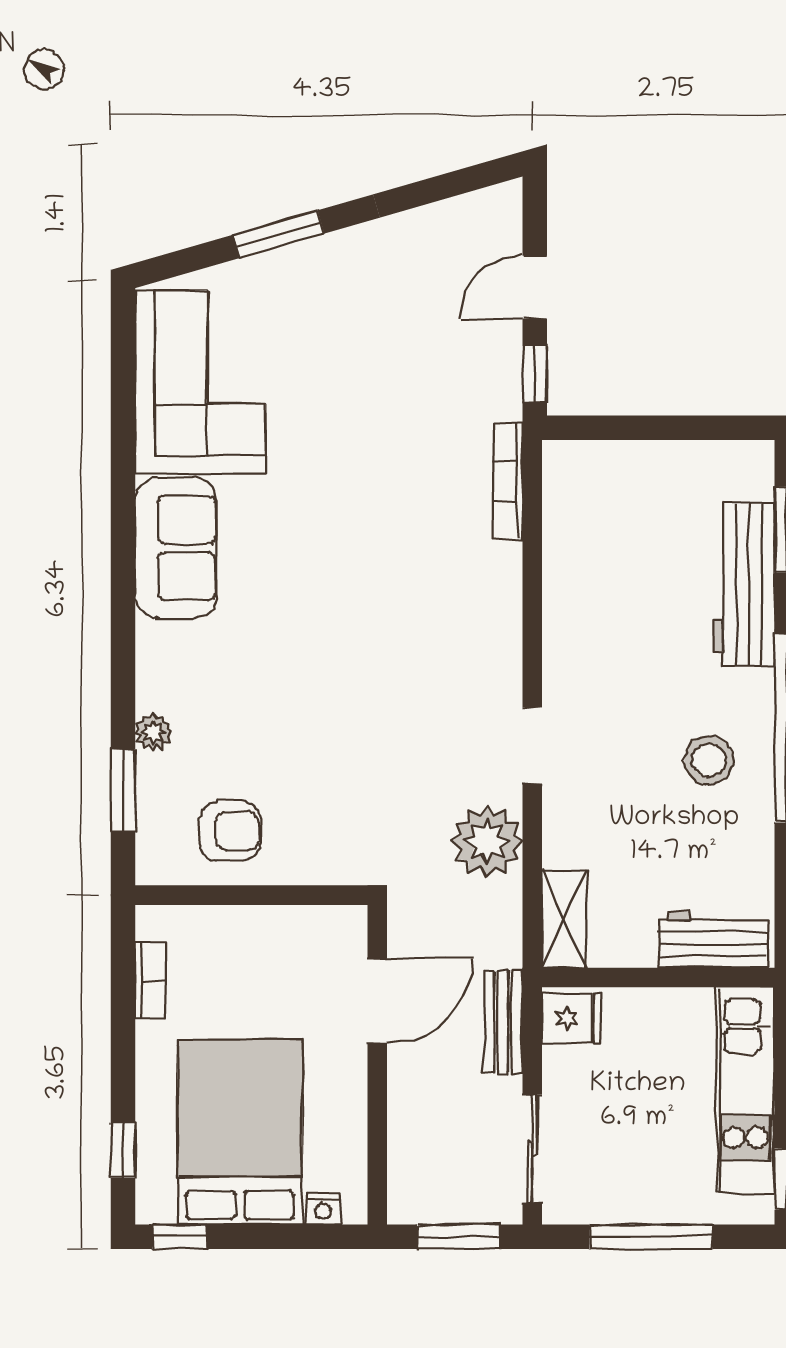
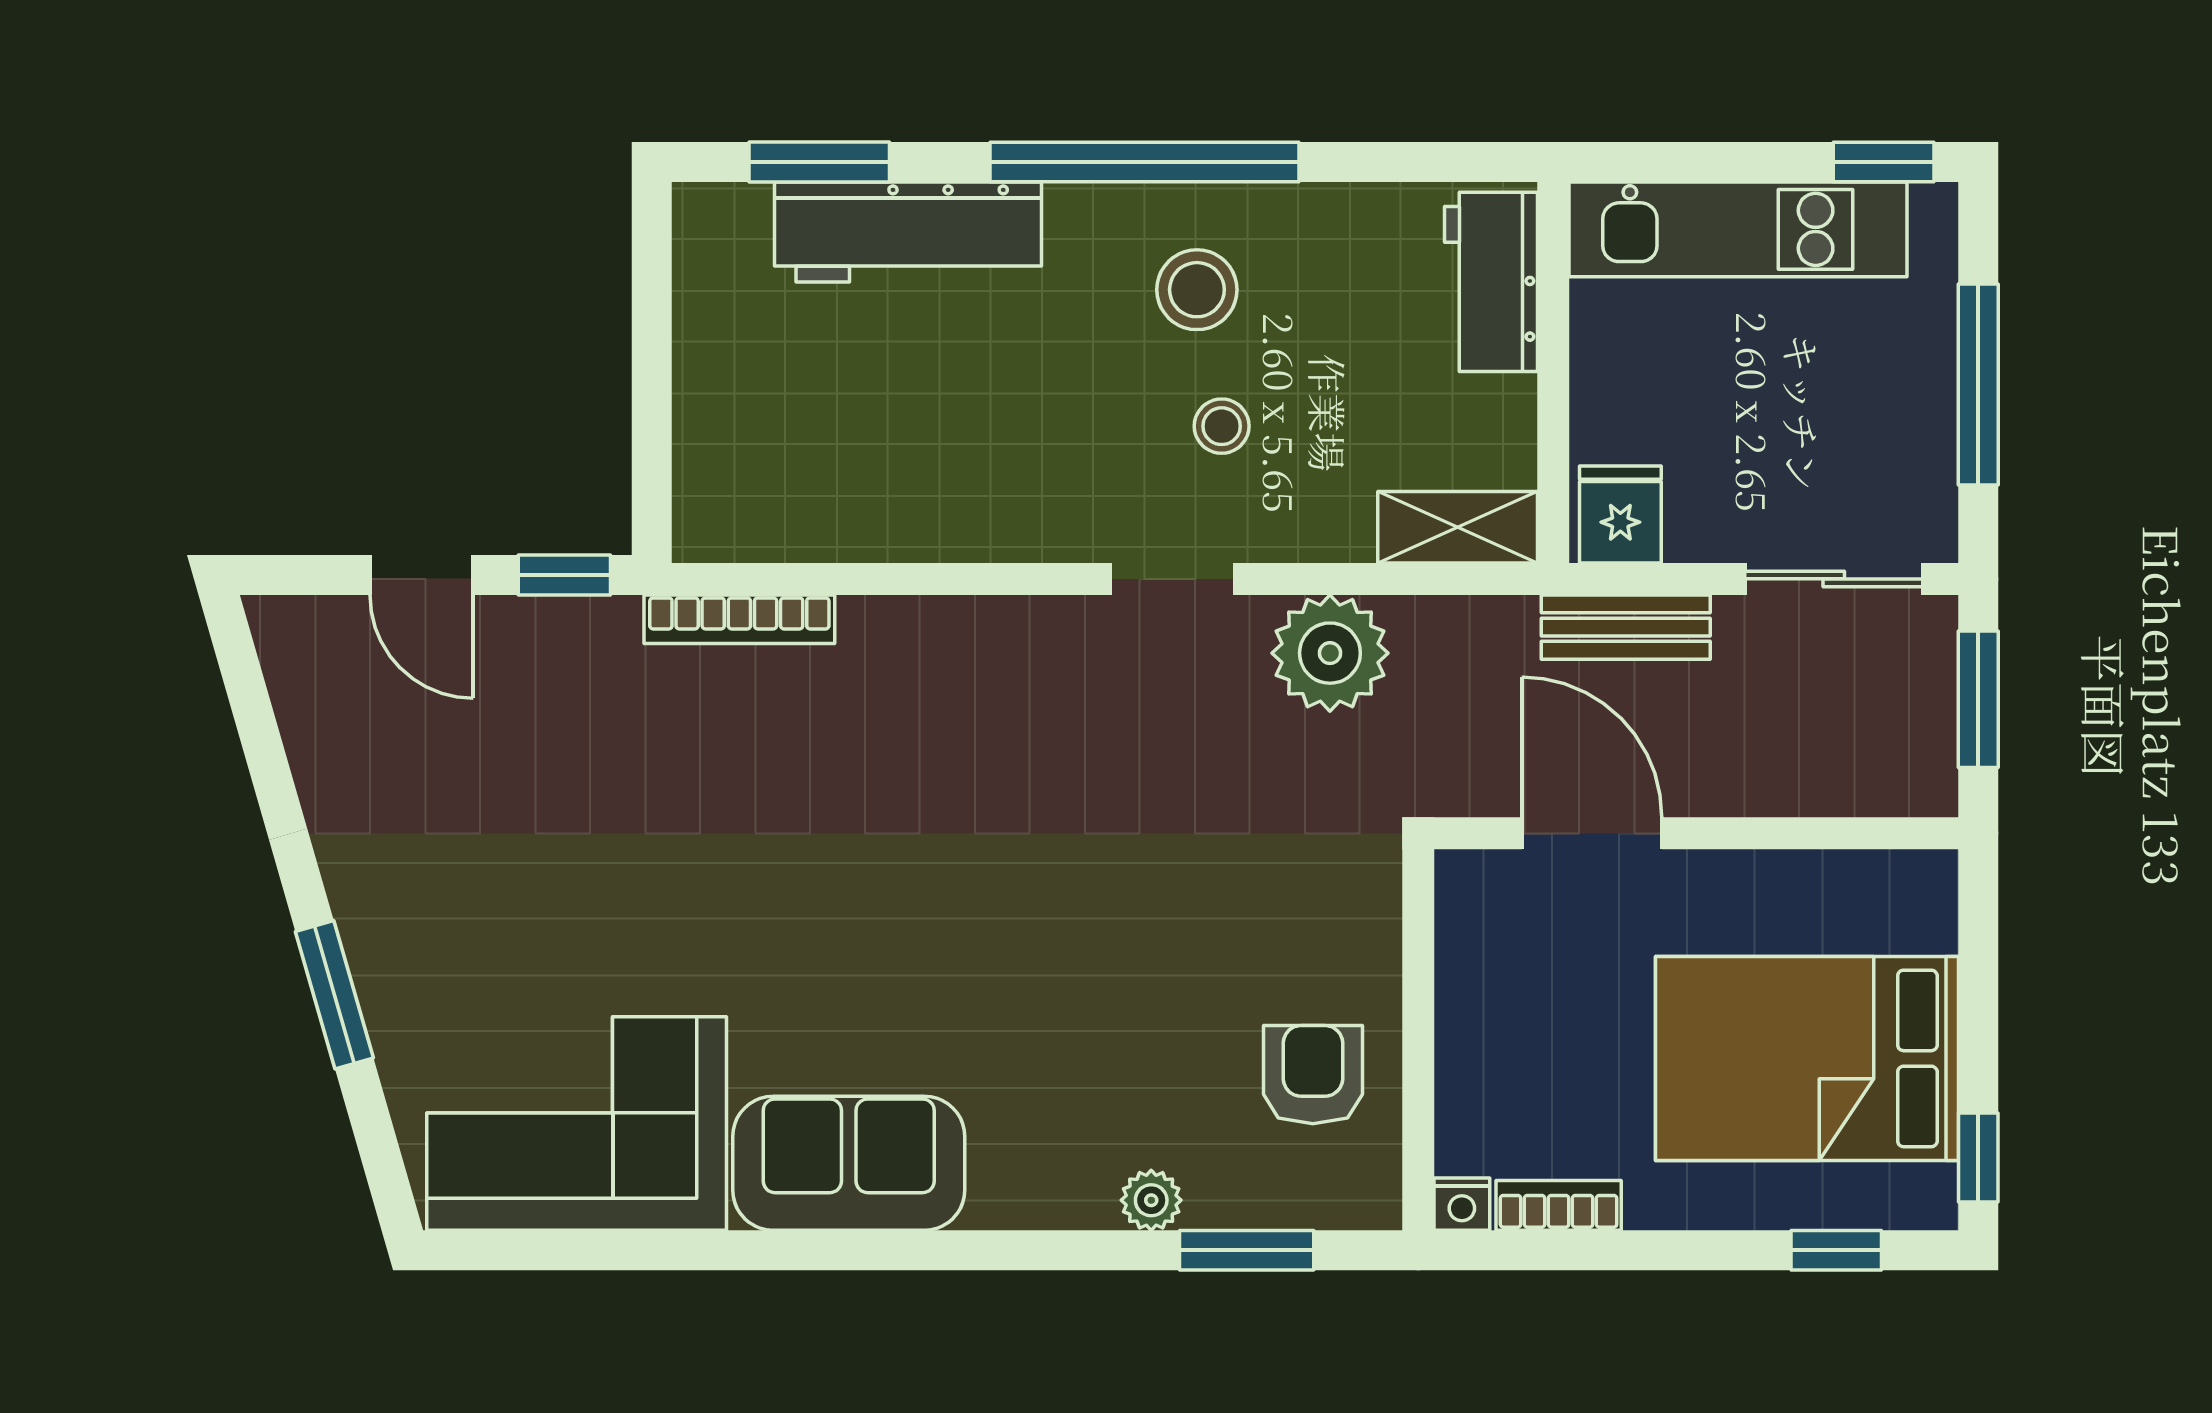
stool: (626, 775) -> (1222, 426), added
nightstand: (323, 1209) -> (1462, 1204), moved, turned 90

